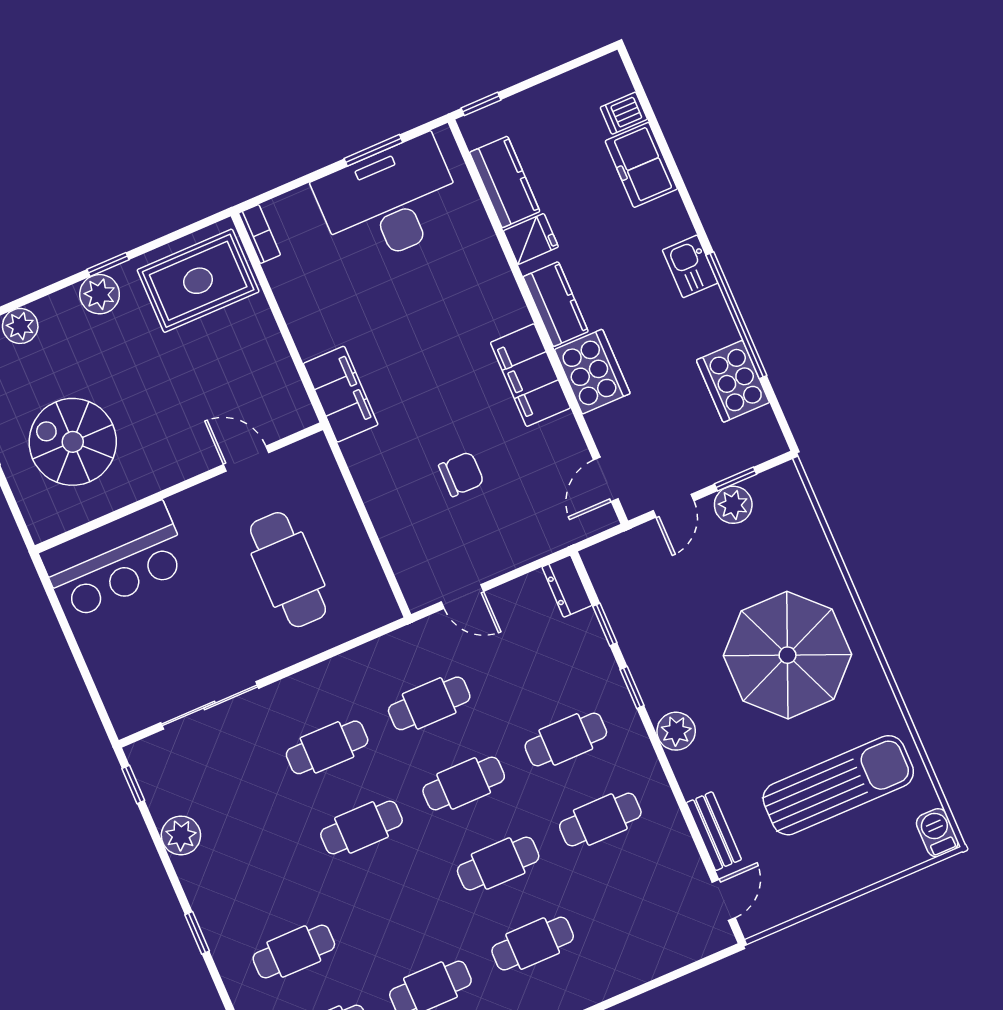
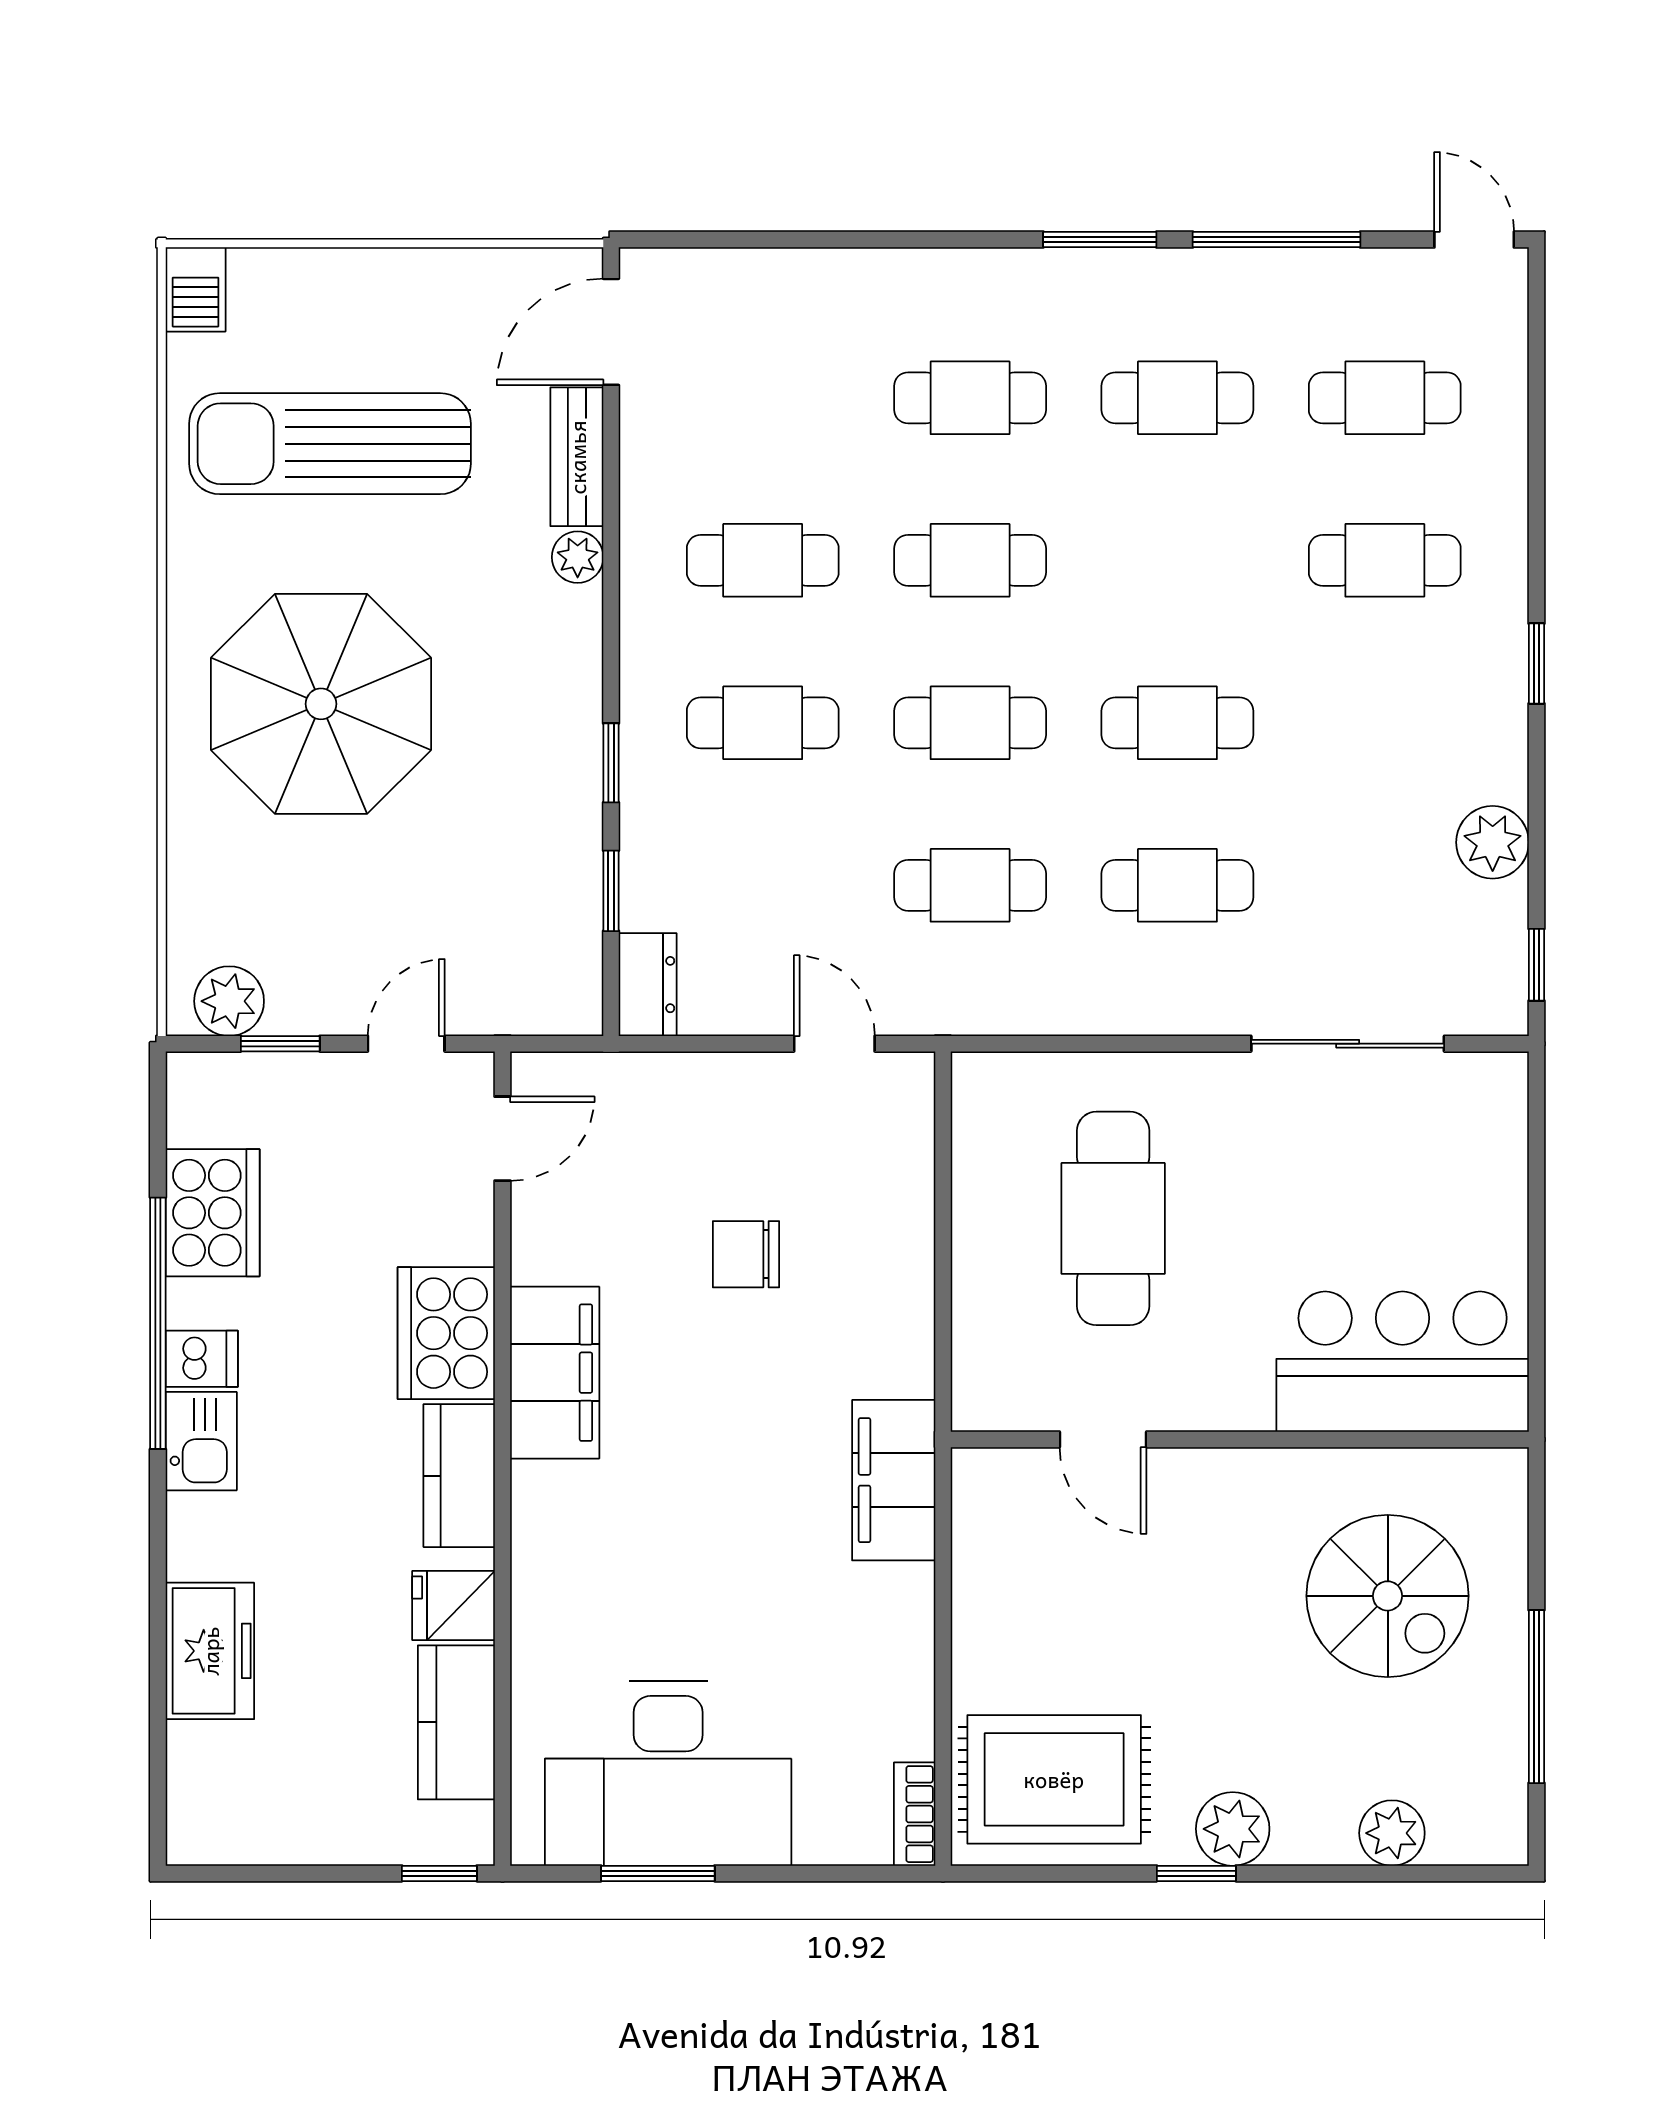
dishwasher: (624, 113) -> (202, 1359), moved
plant: (733, 505) -> (229, 1001), moved
plant: (676, 731) -> (578, 557), moved, width x0.73, depth x0.73
door: (724, 900) -> (611, 332), width x1.38

